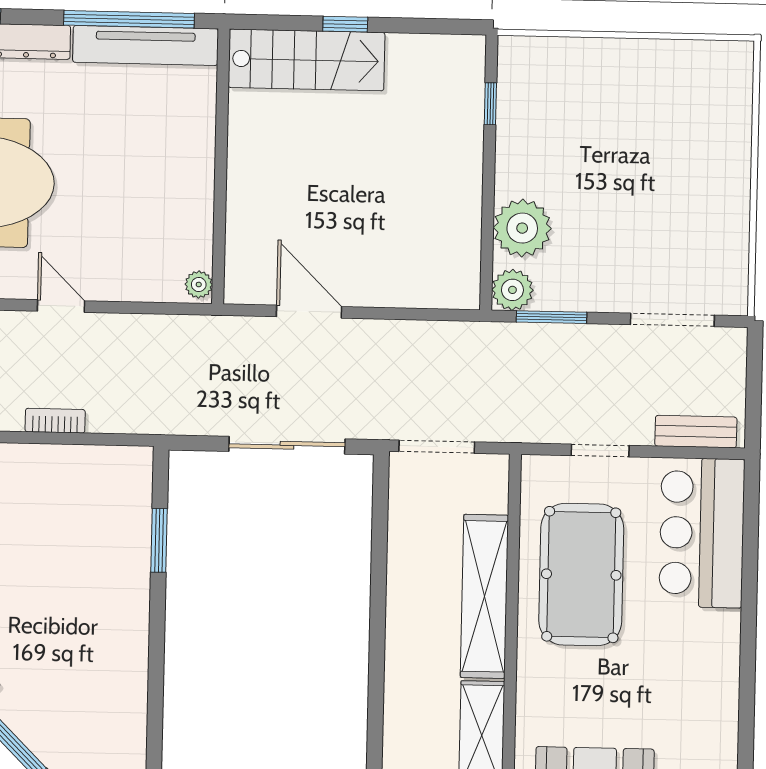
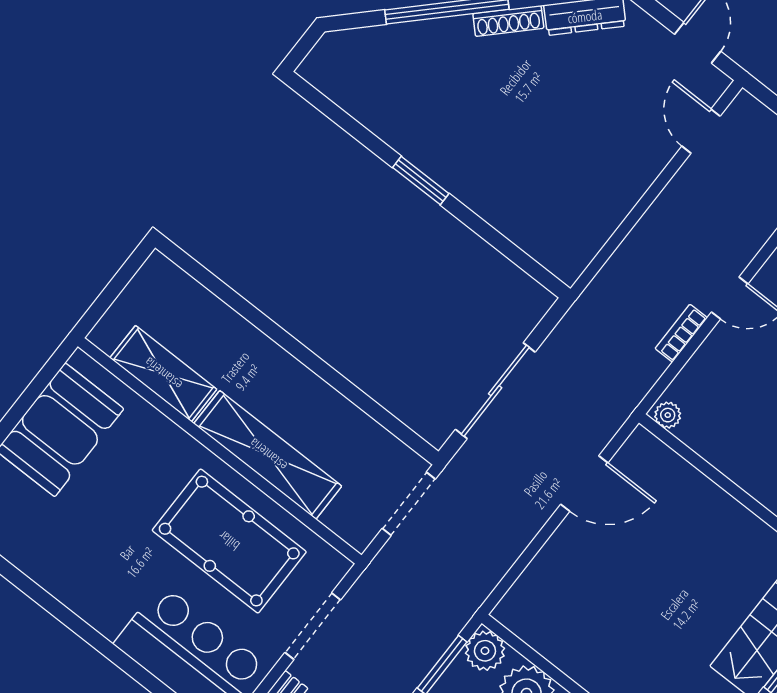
bookcase: (55, 421) -> (681, 333), moved, turned 180
doorway: (600, 450) -> (313, 626), width x1.38
window: (159, 540) -> (421, 180), moved

